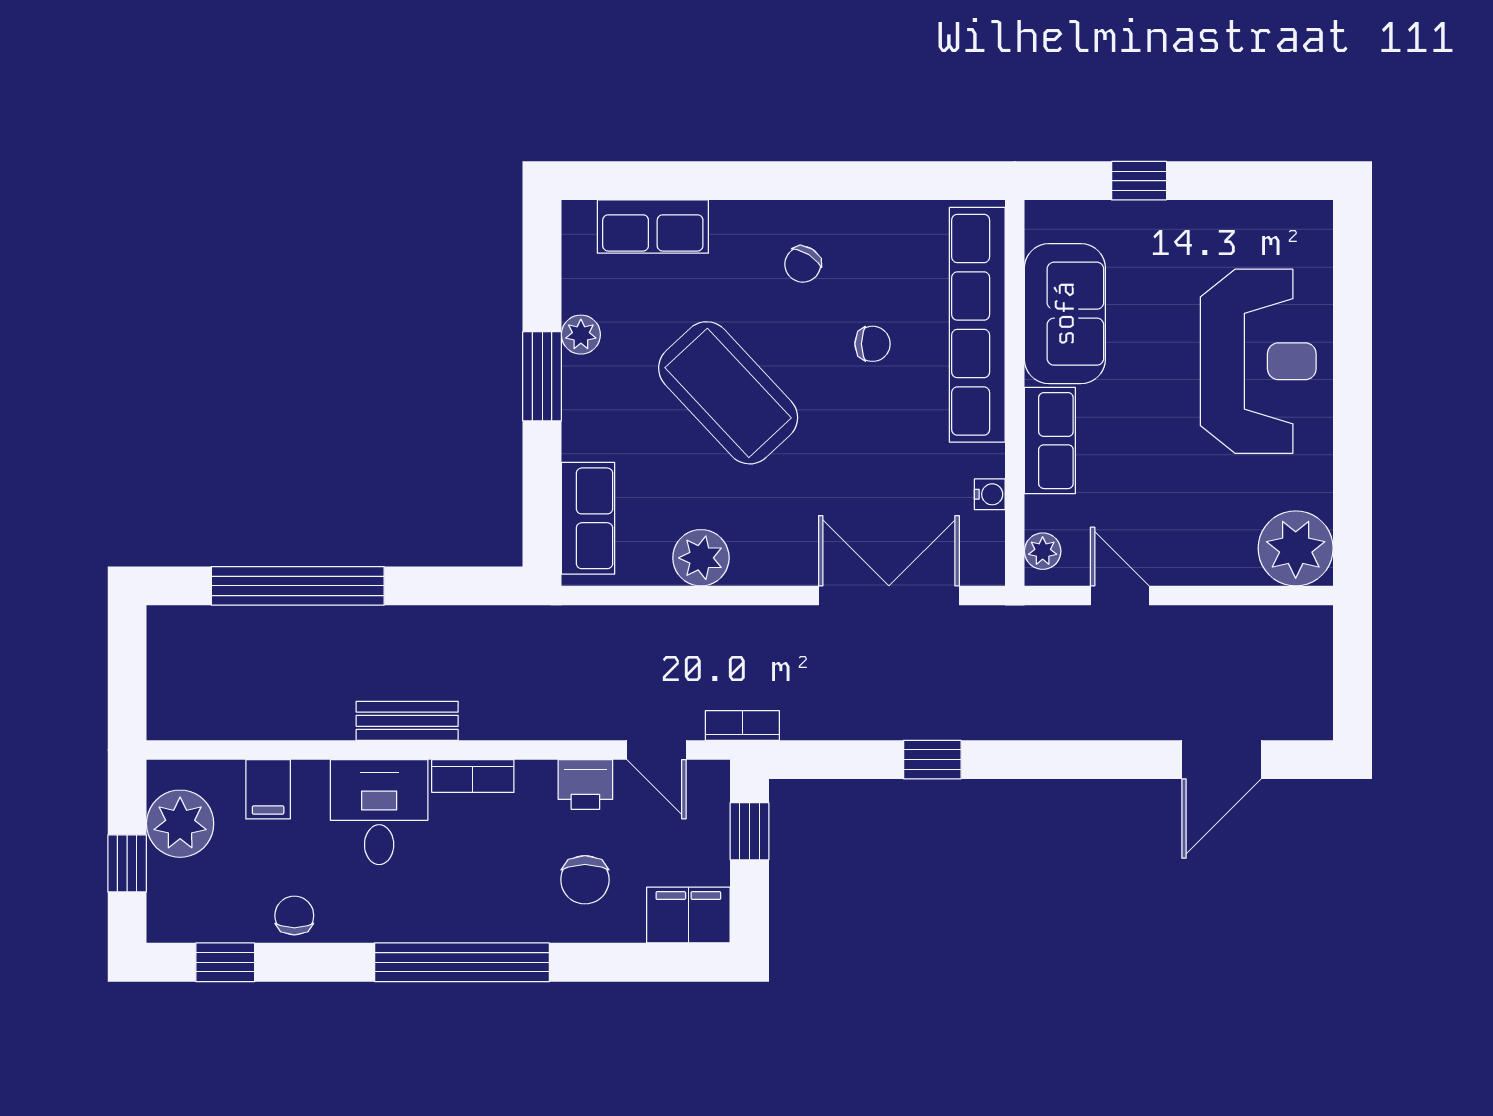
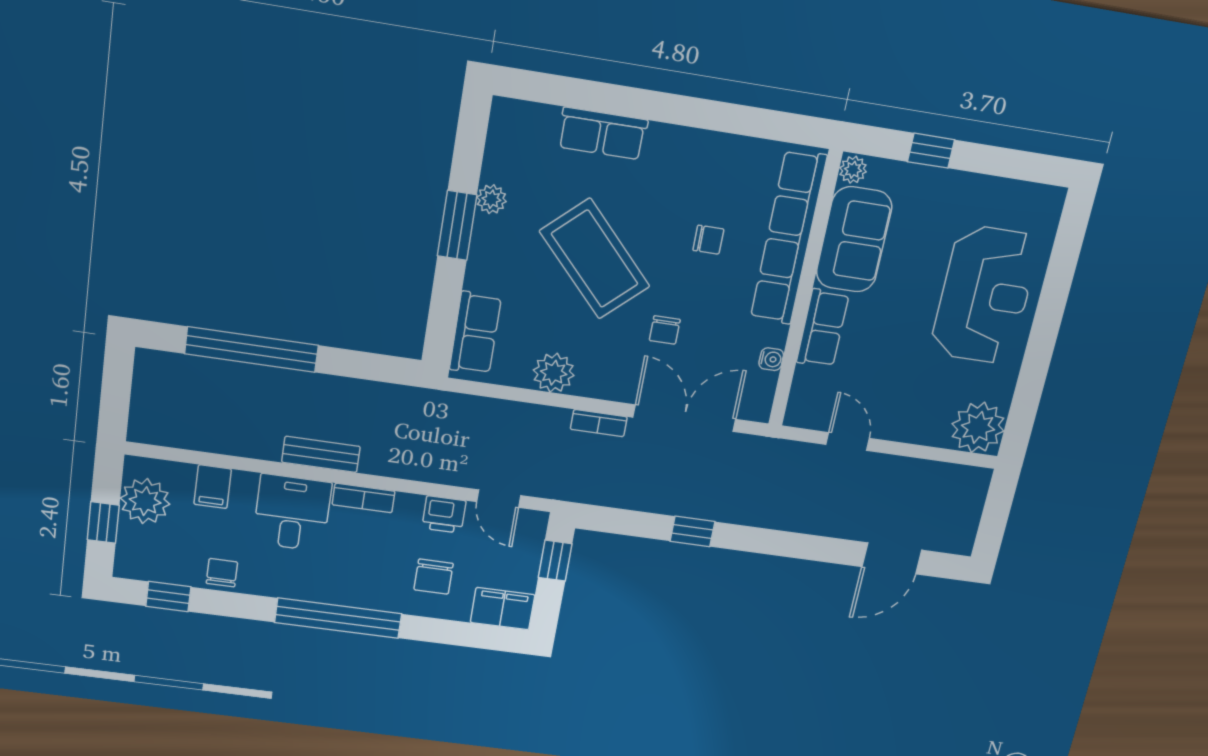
row of seats: (653, 227) -> (603, 134), moved
chair: (803, 264) -> (665, 330), moved, turned -32
plant: (1043, 551) -> (853, 170), moved
bookcase: (742, 725) -> (599, 423), moved, turned 180

